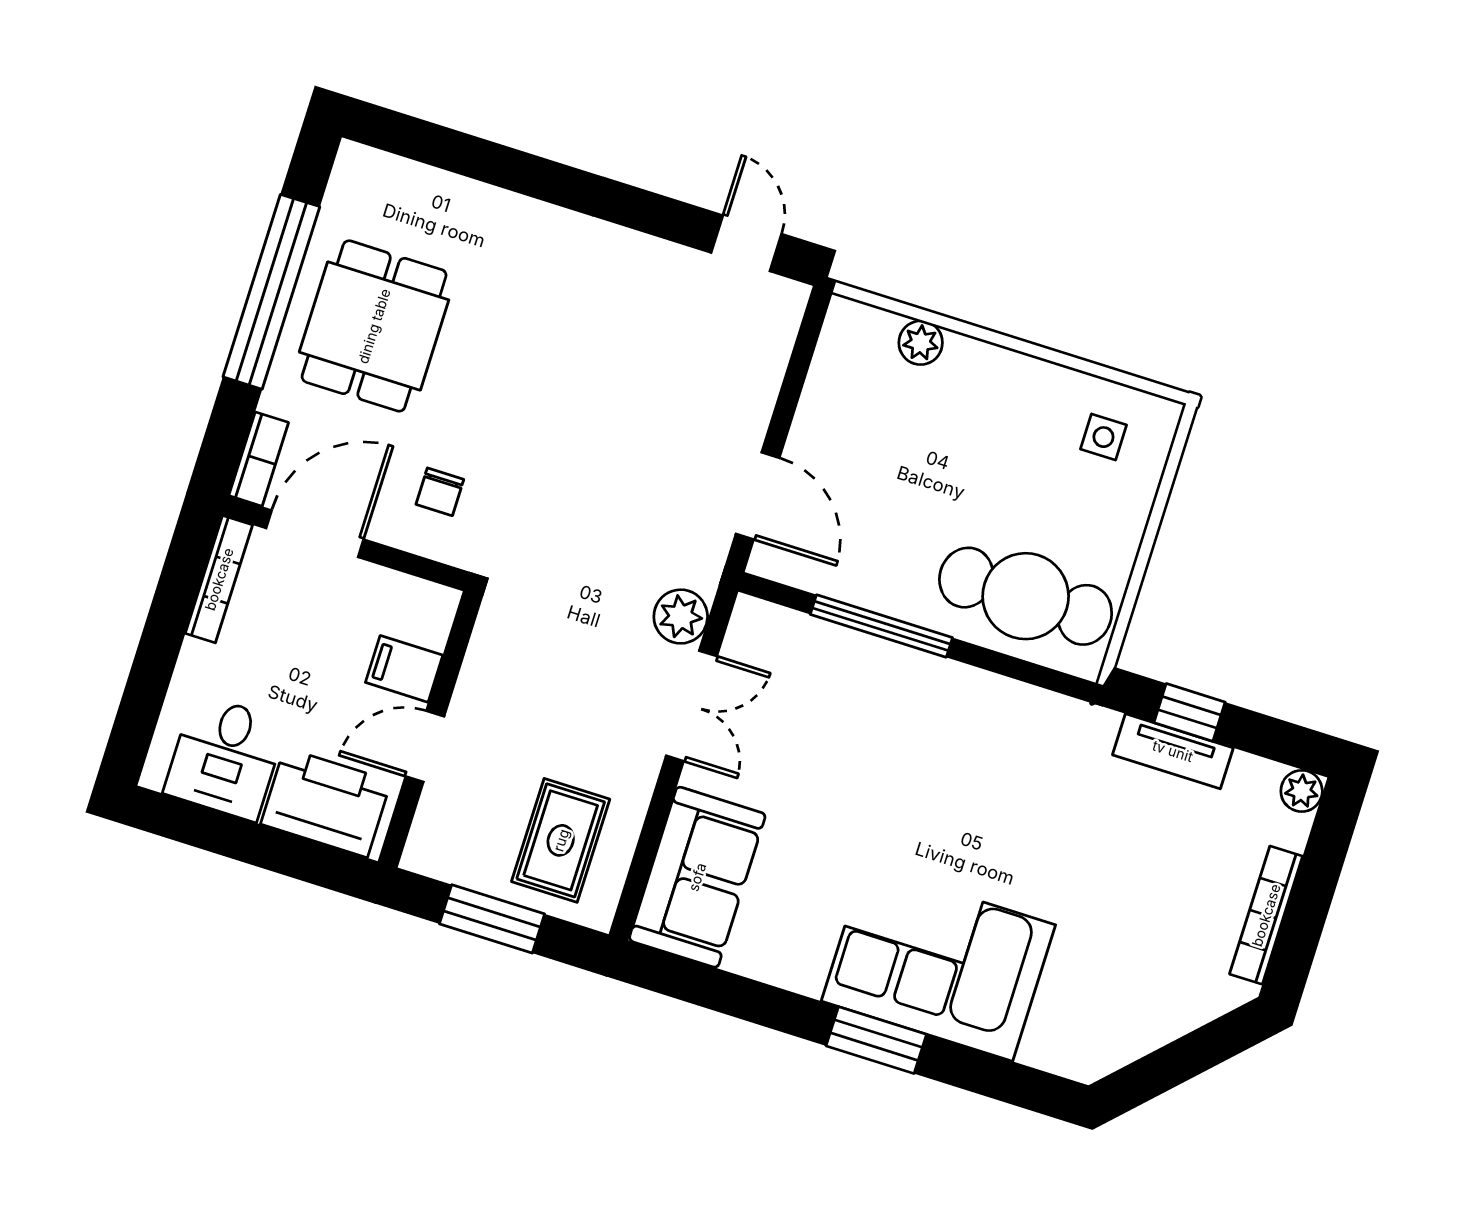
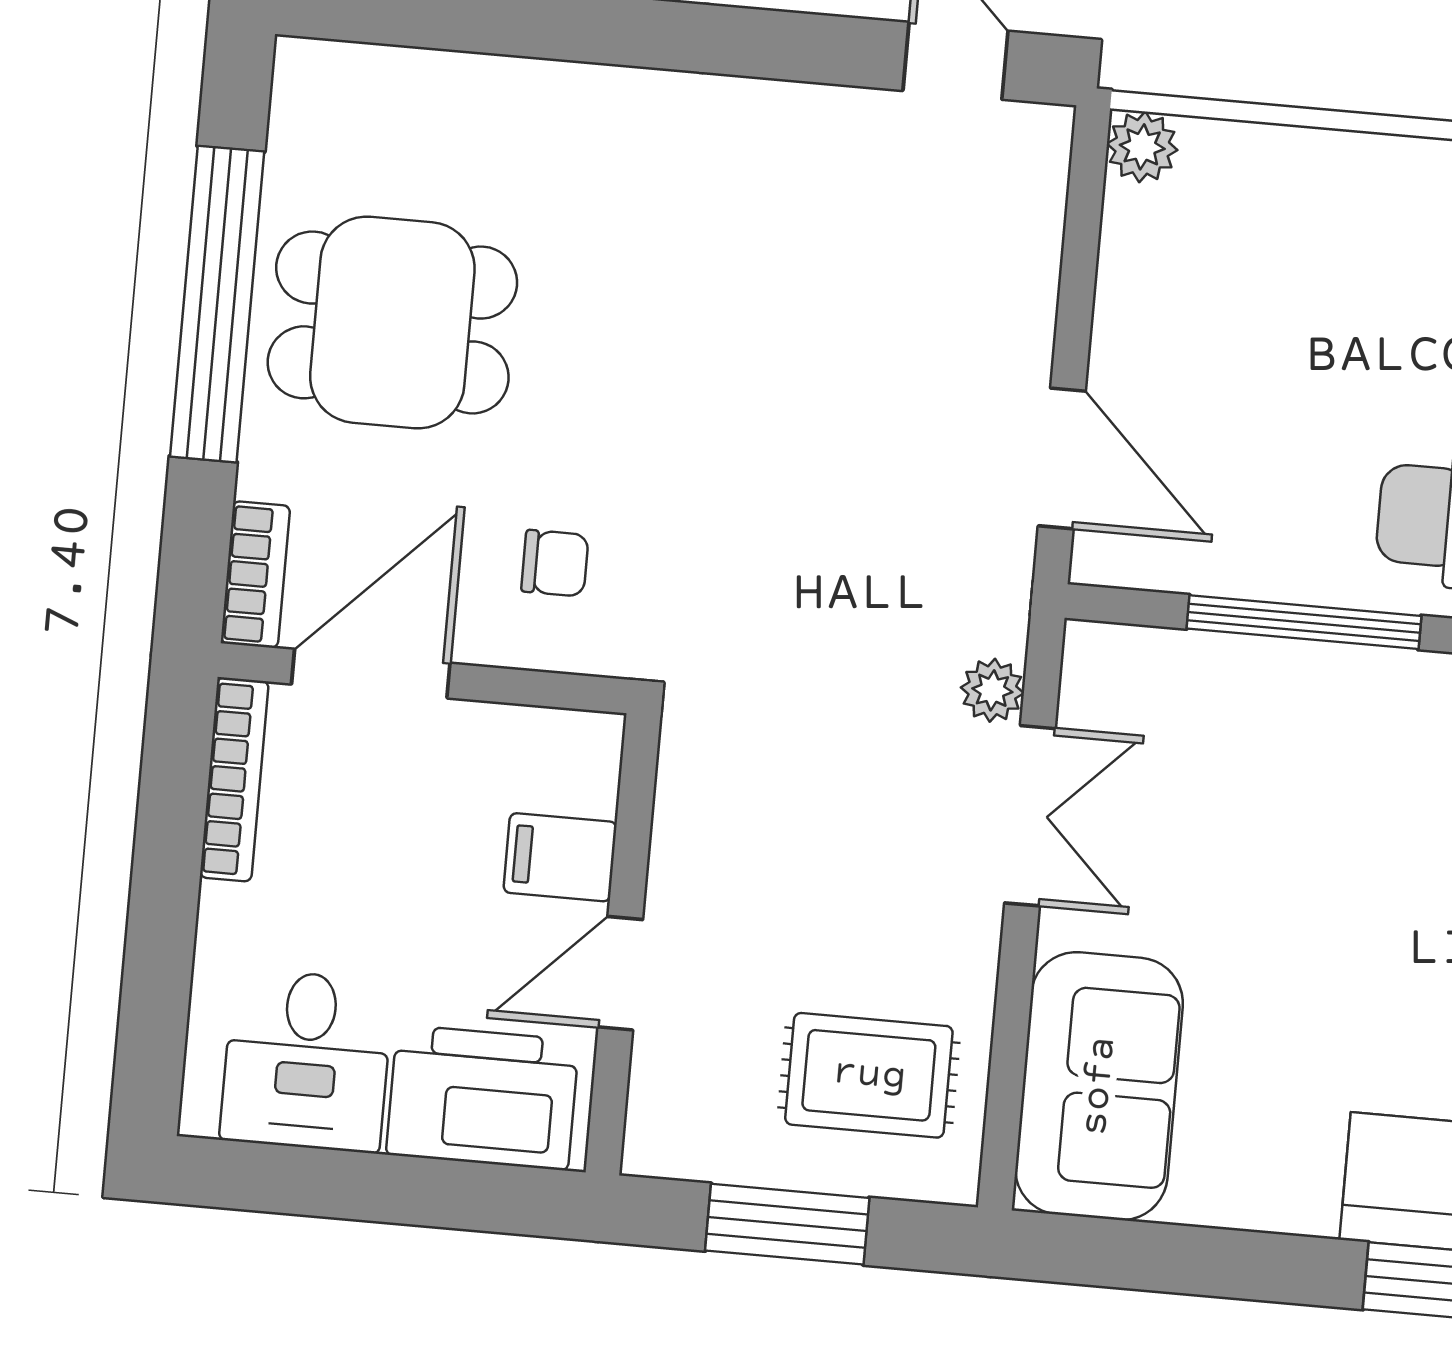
dining table: (374, 326) -> (392, 322), turned 90
plant: (921, 343) -> (1142, 147), moved
chair: (440, 492) -> (555, 563), turned -90
plant: (681, 617) -> (992, 690), width x0.73, depth x0.73
rug: (561, 840) -> (869, 1075), turned 90

